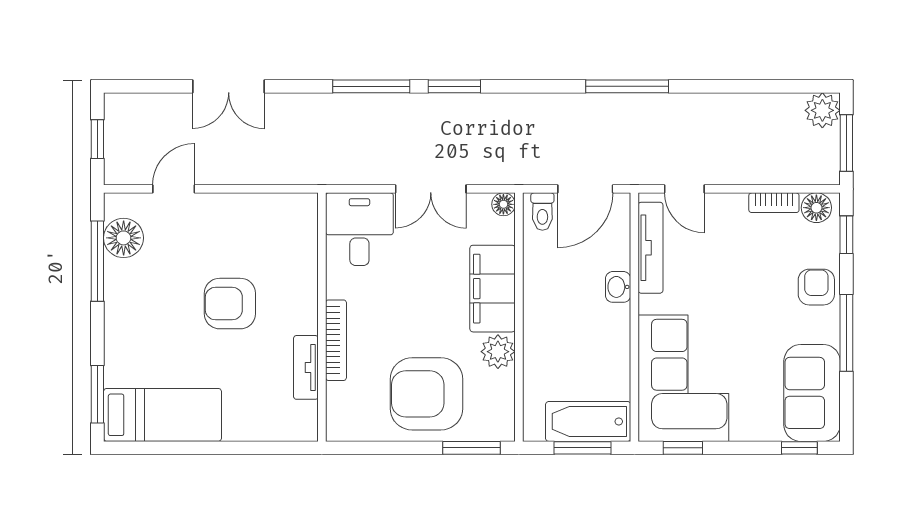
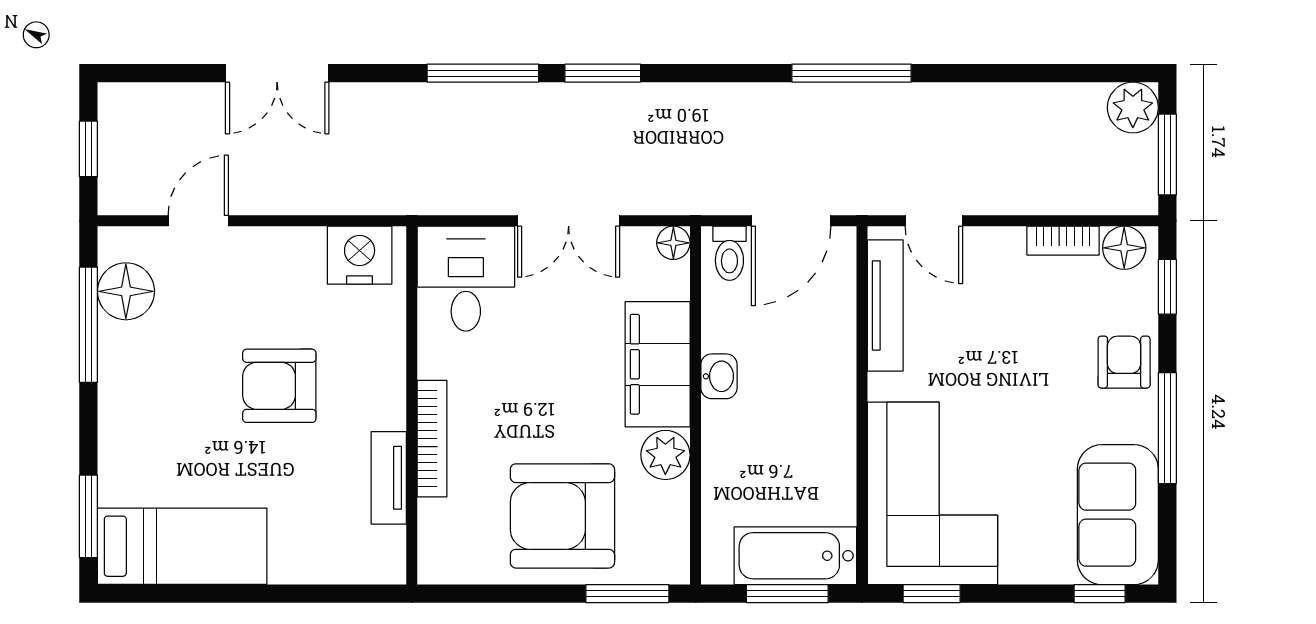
nightstand: (286, 213) -> (360, 255), added
washbasin: (618, 287) -> (719, 376), moved, turned 180

